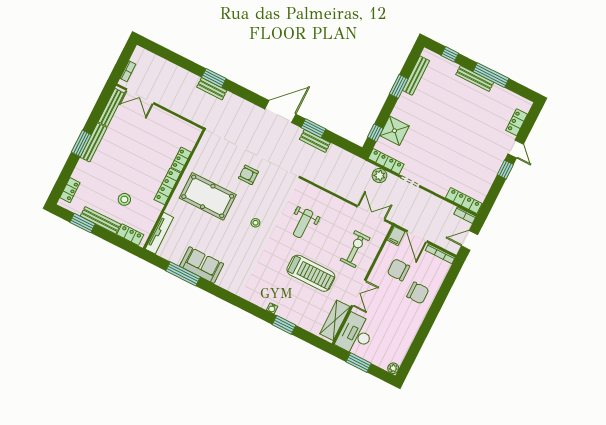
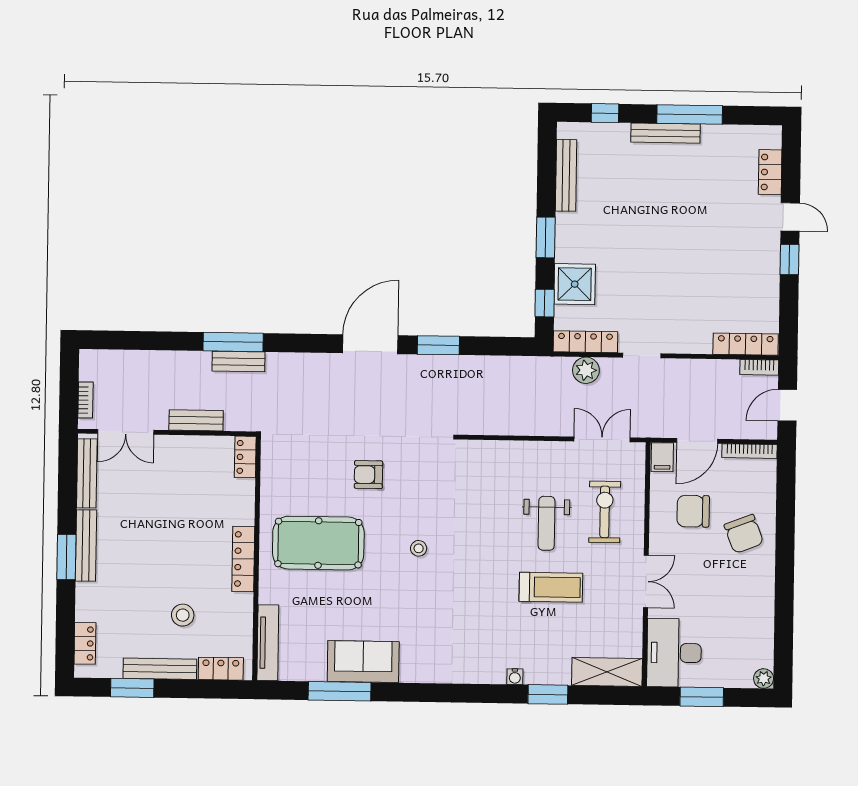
window: (214, 78) -> (233, 342), width x1.44
window: (399, 86) -> (546, 237), moved
bench: (315, 141) -> (196, 420), moved
locker: (181, 160) -> (245, 457), moved
weight bench: (303, 223) -> (546, 523), moved
door: (417, 236) -> (697, 441), hinge flipped
treadmill: (311, 273) -> (551, 587), width x0.73, depth x0.73
chair: (418, 293) -> (744, 534), turned 69
shelving: (335, 320) -> (607, 672), moved, turned 90

